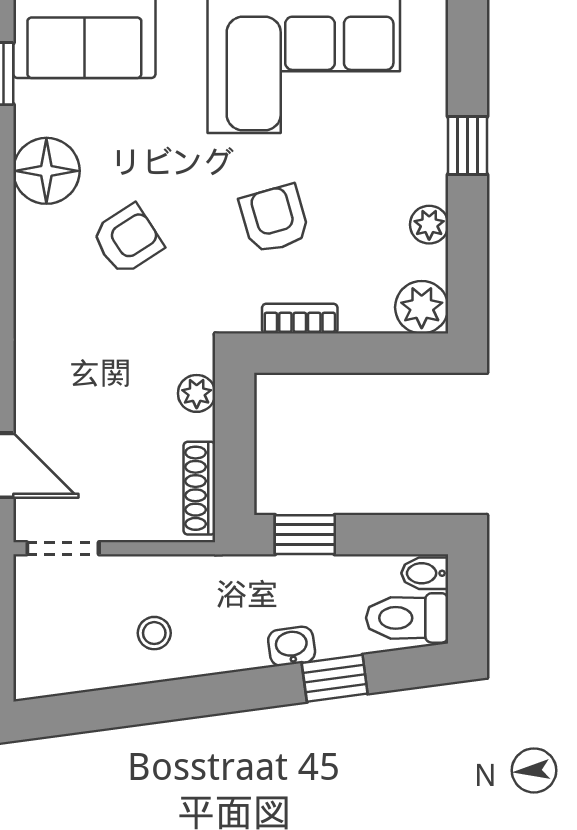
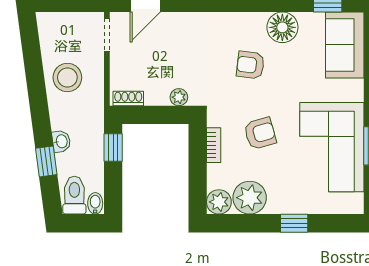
plant: (429, 225) -> (250, 198), width x1.87, depth x1.87
armchair: (128, 240) -> (250, 65), turned 130
shoe rack: (199, 488) -> (128, 98), width x0.70
stool: (154, 633) -> (67, 77), width x1.89, depth x1.89

